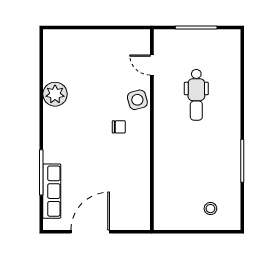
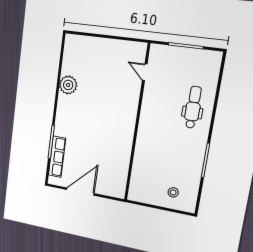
dental chair: (196, 95) -> (193, 107), moved, turned 180
side table: (137, 100) -> (129, 98), removed
chair: (119, 127) -> (112, 117), removed

